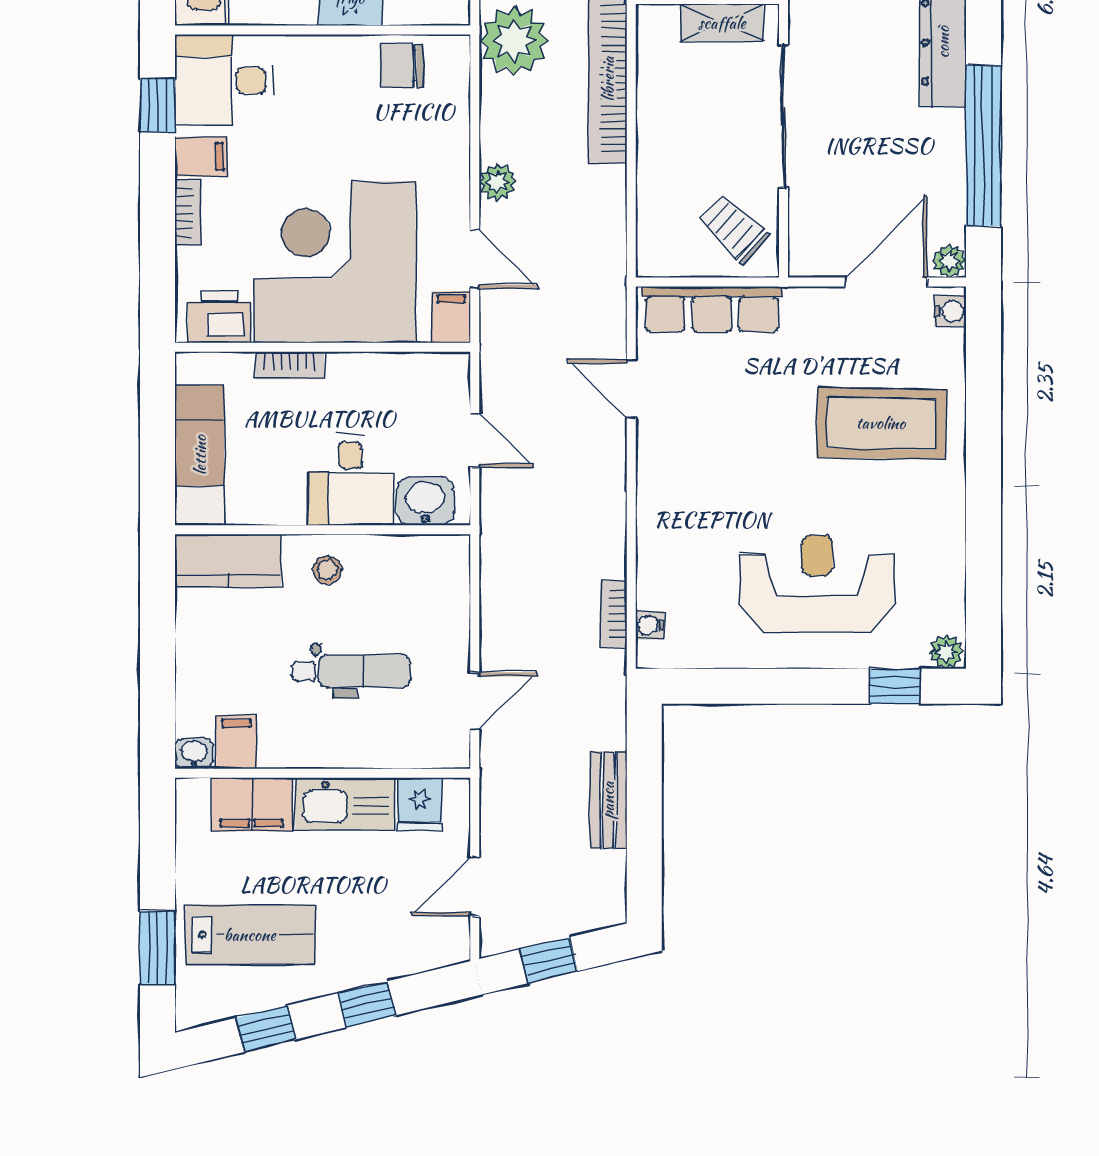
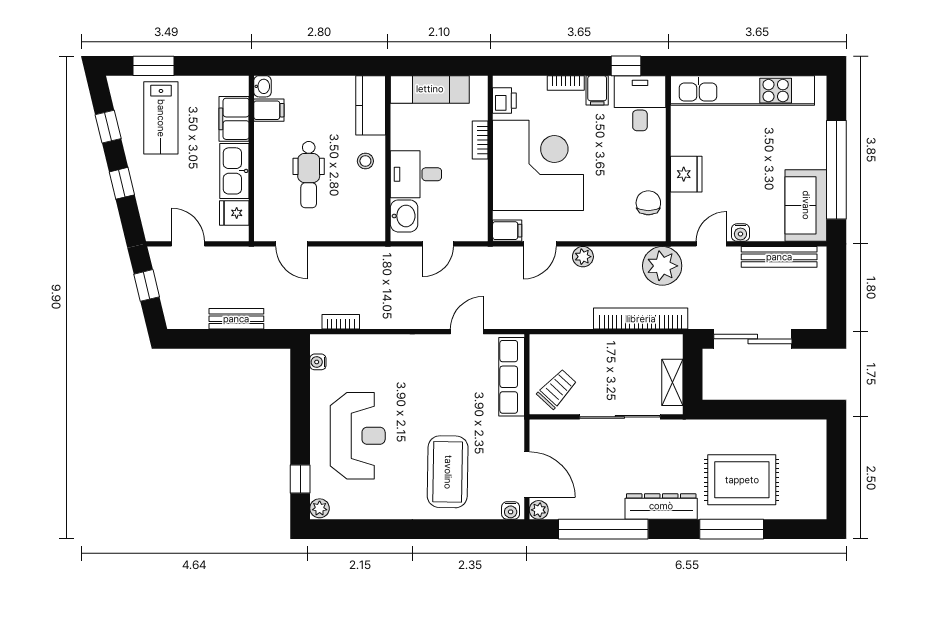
printer: (219, 317) -> (504, 101), width x0.73, depth x0.81
water cooler: (650, 625) -> (318, 362), moved, turned -90

